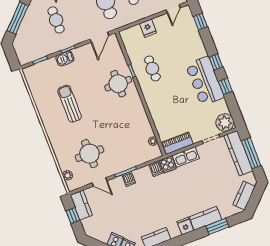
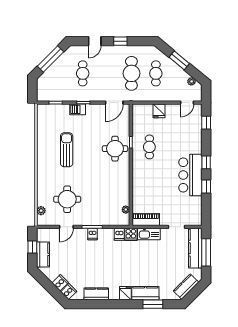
plant: (225, 123) -> (194, 217), removed
door: (100, 182) -> (66, 227), hinge flipped
kitchen counter: (81, 205) -> (43, 254), moved

